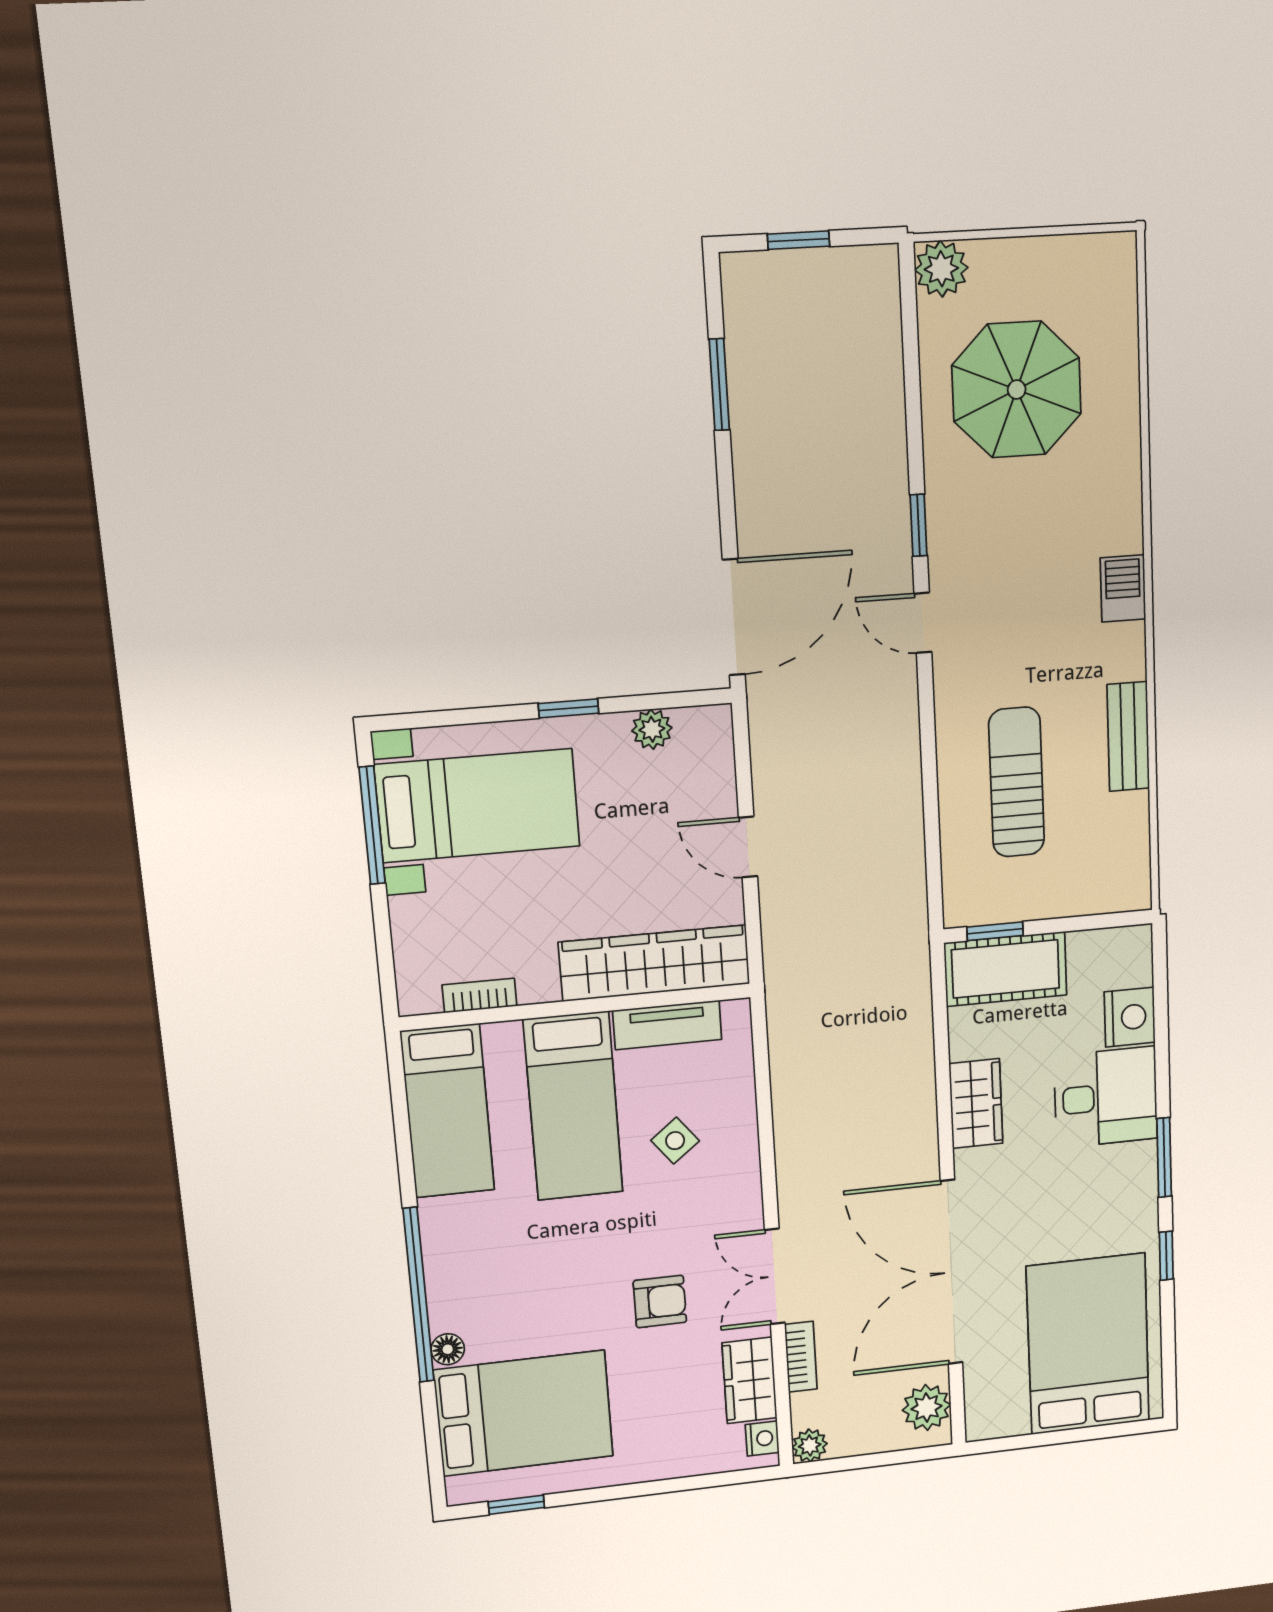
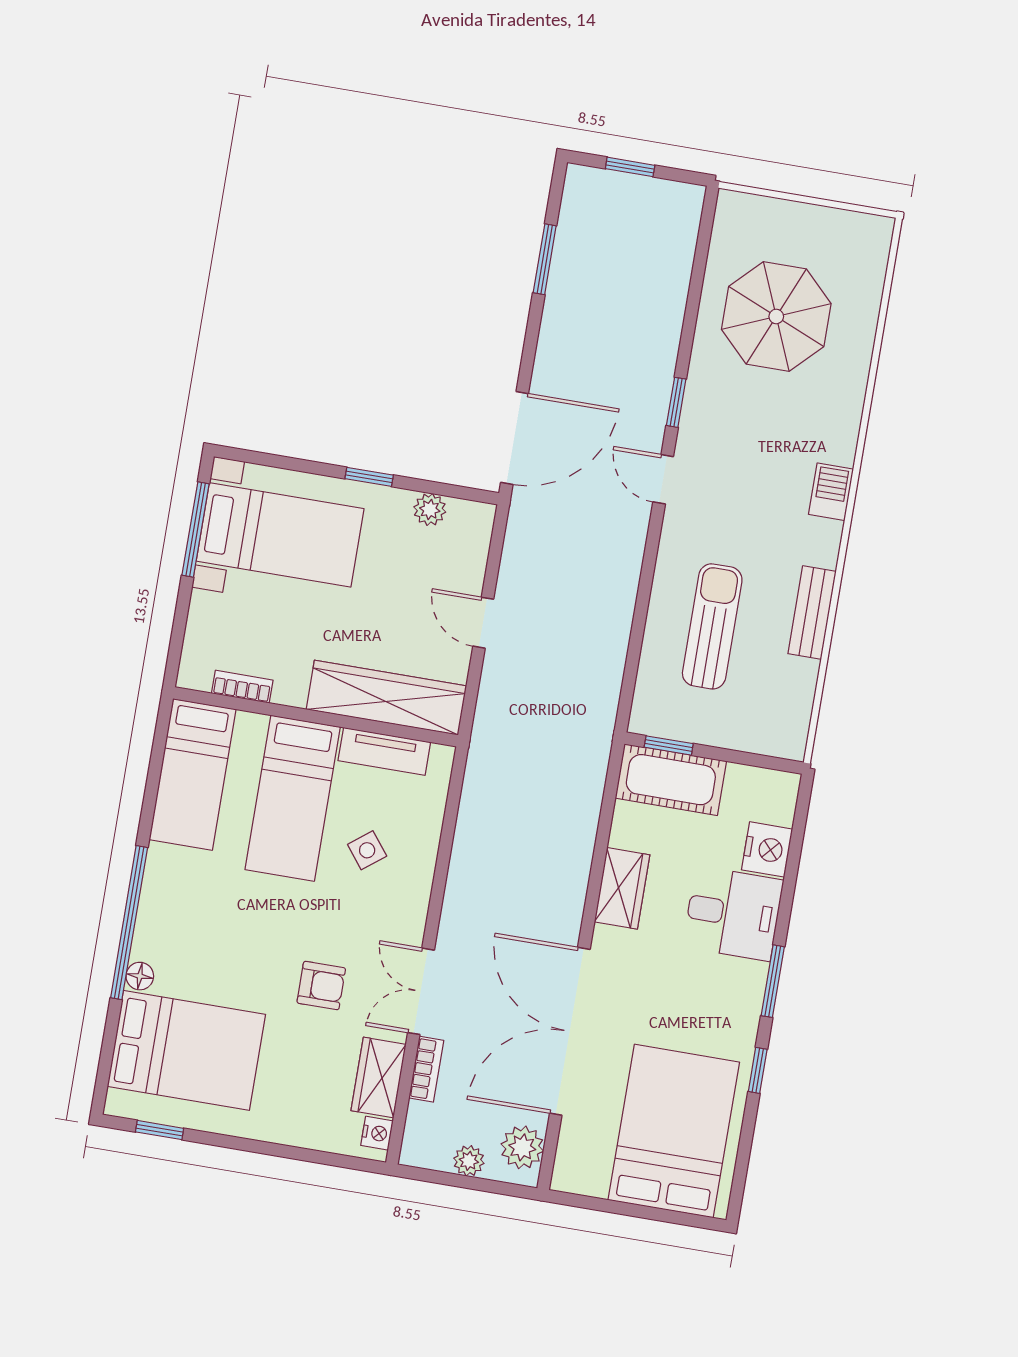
plant: (941, 269) -> (736, 212), removed
plant: (810, 1445) -> (469, 1161), moved

